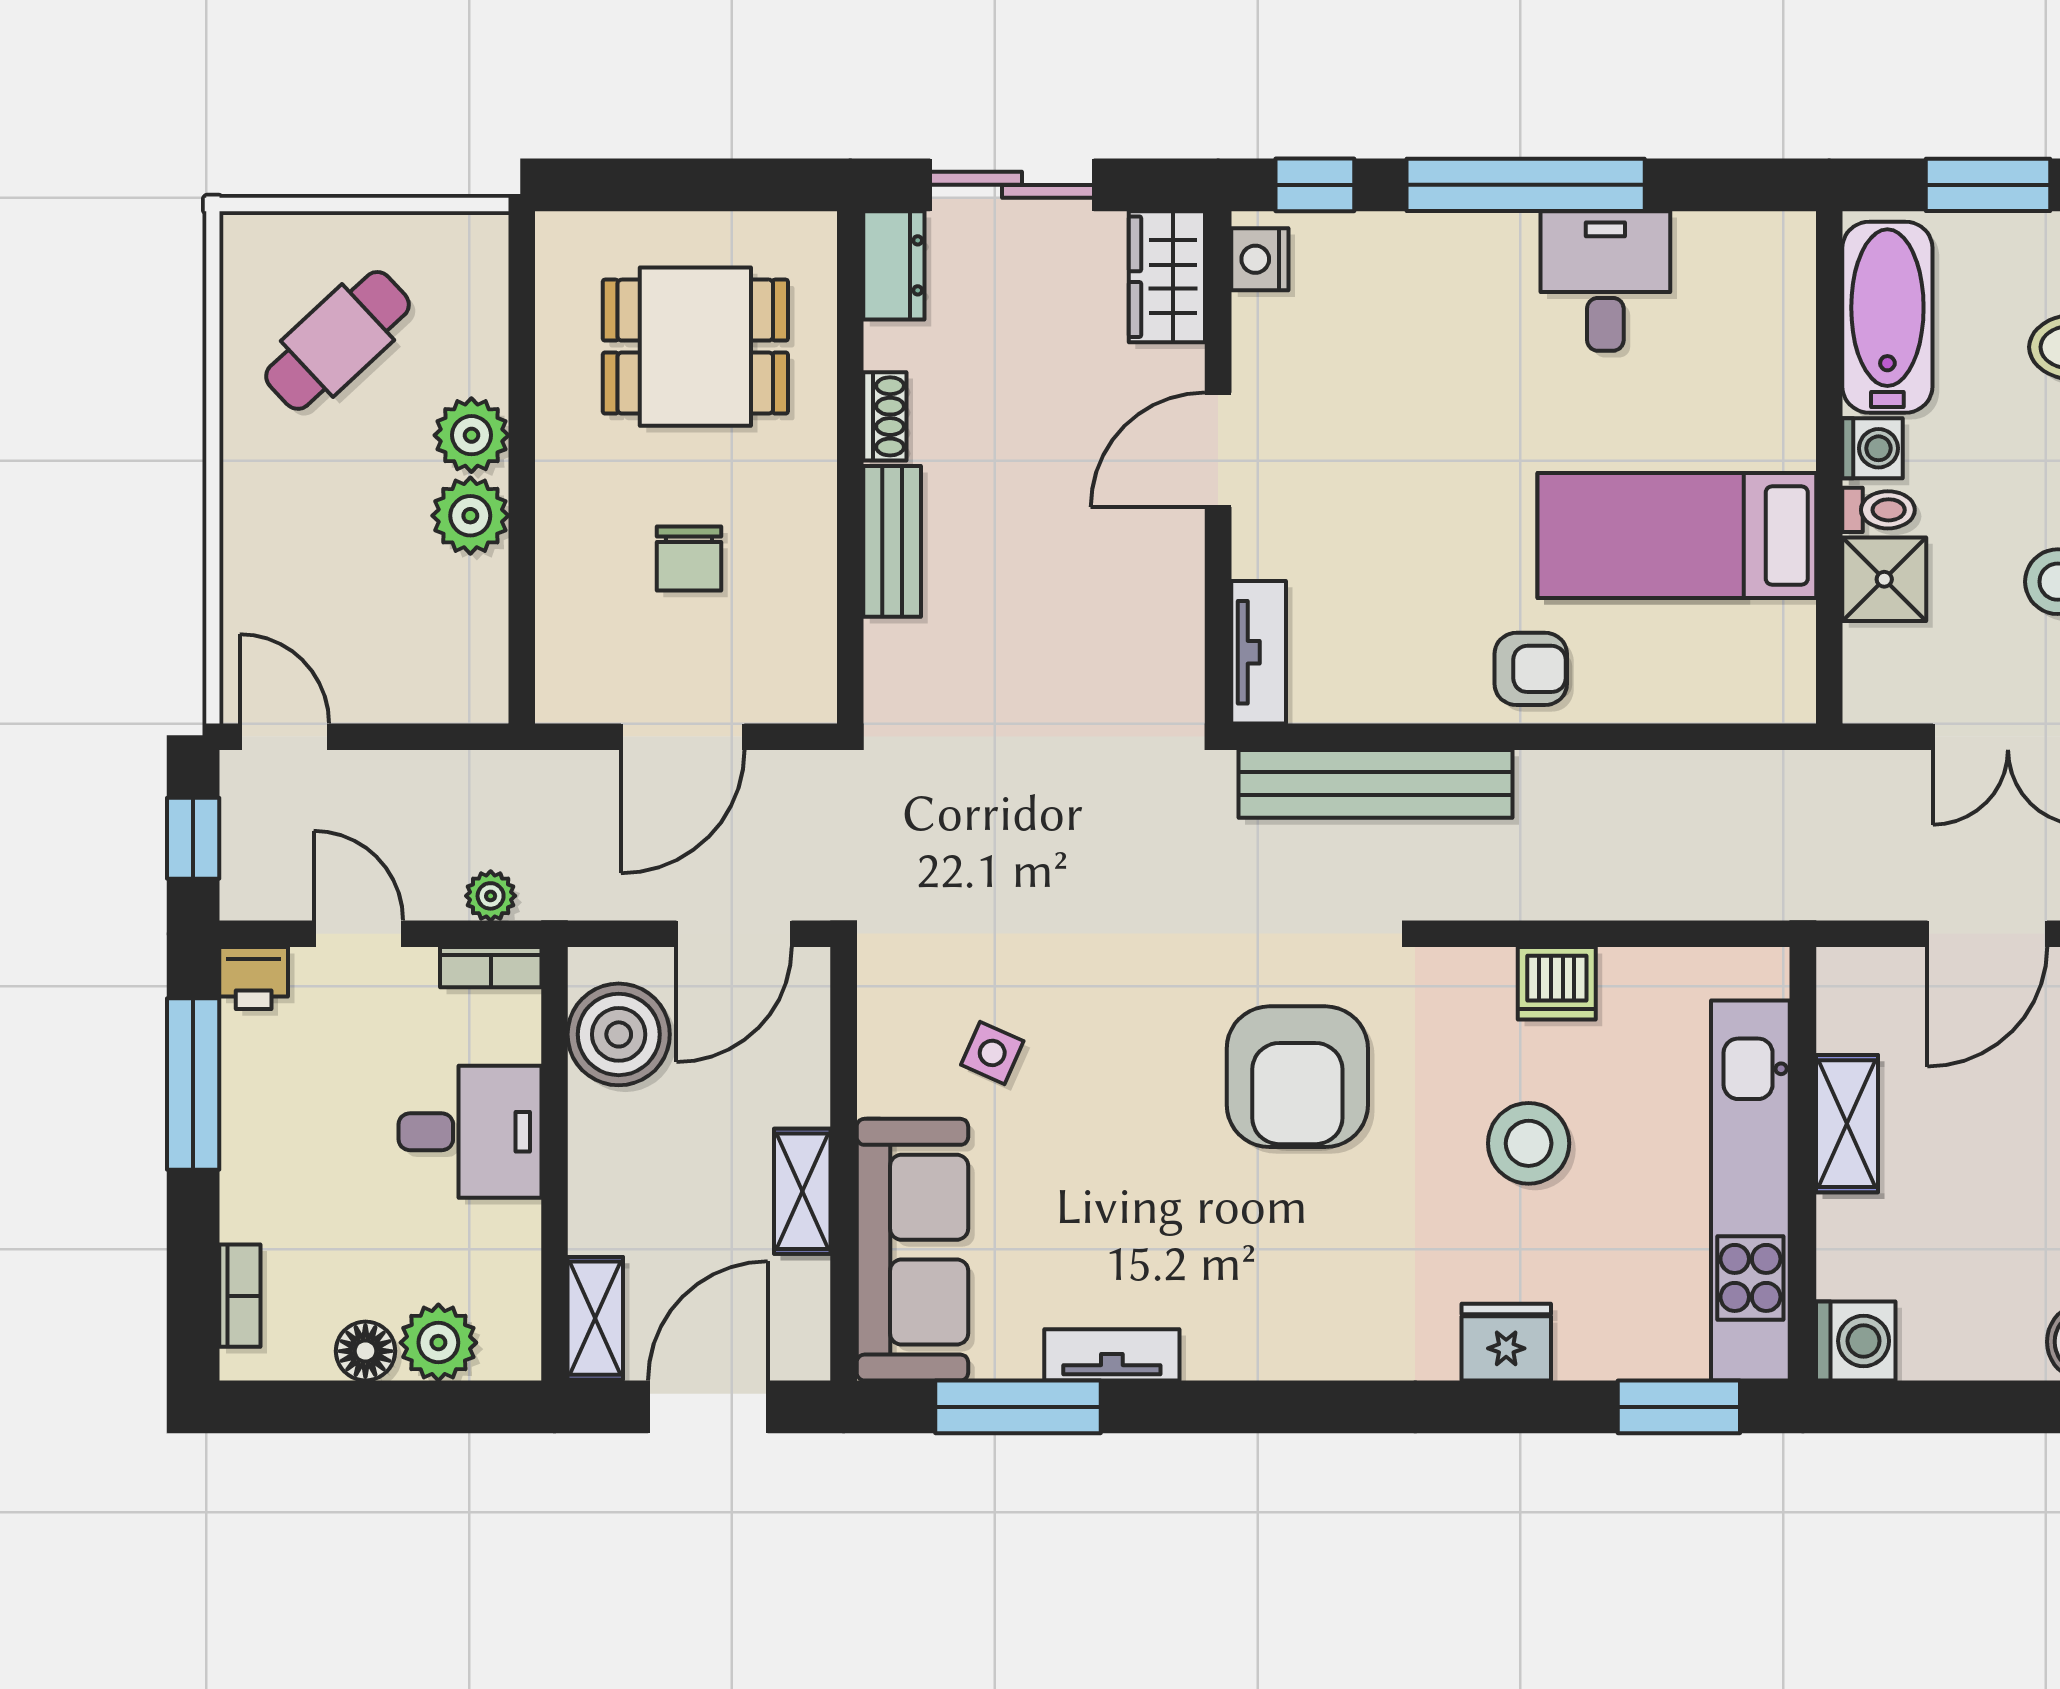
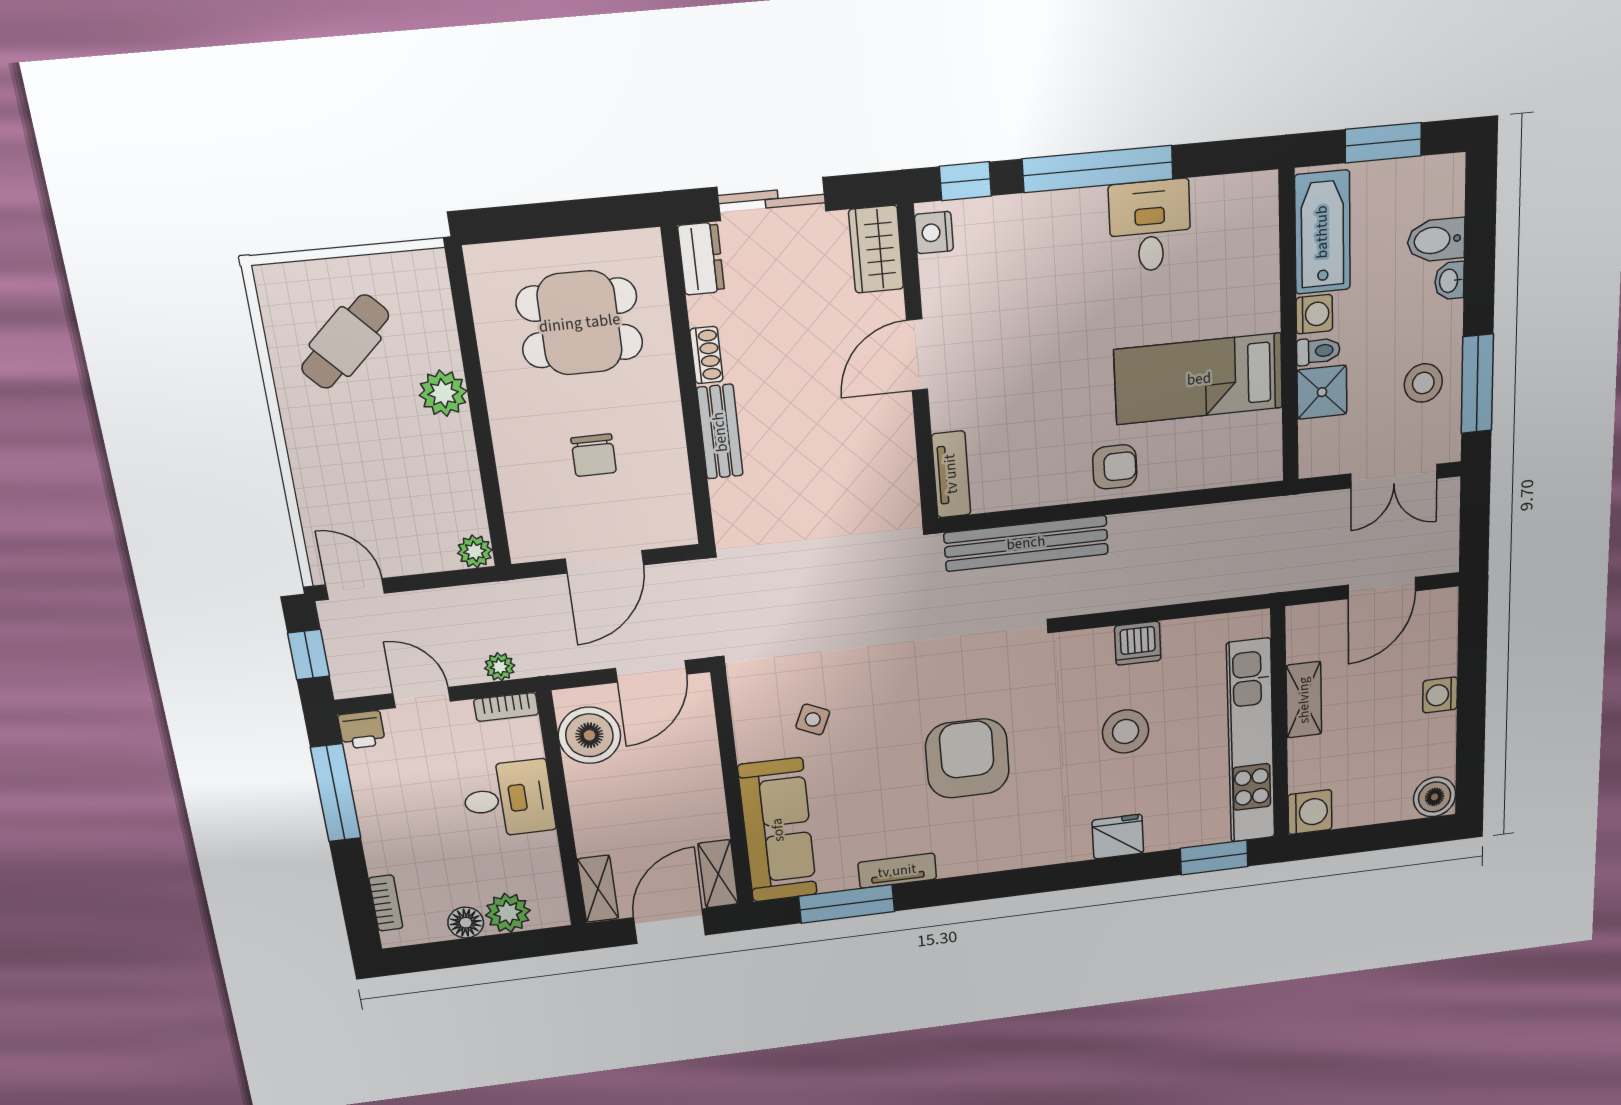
plant: (470, 516) -> (475, 551), moved, width x0.73, depth x0.73
armchair: (1297, 1077) -> (967, 758), moved, turned 180
shelving: (802, 1191) -> (718, 874), moved

